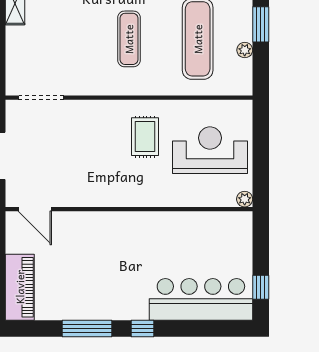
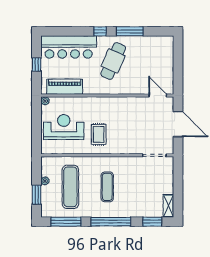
reception desk: (210, 150) -> (64, 127), turned 180
cafe table: (118, 273) -> (113, 61), added
piano: (20, 287) -> (65, 87), moved, turned 90
window: (261, 287) -> (37, 64), moved

